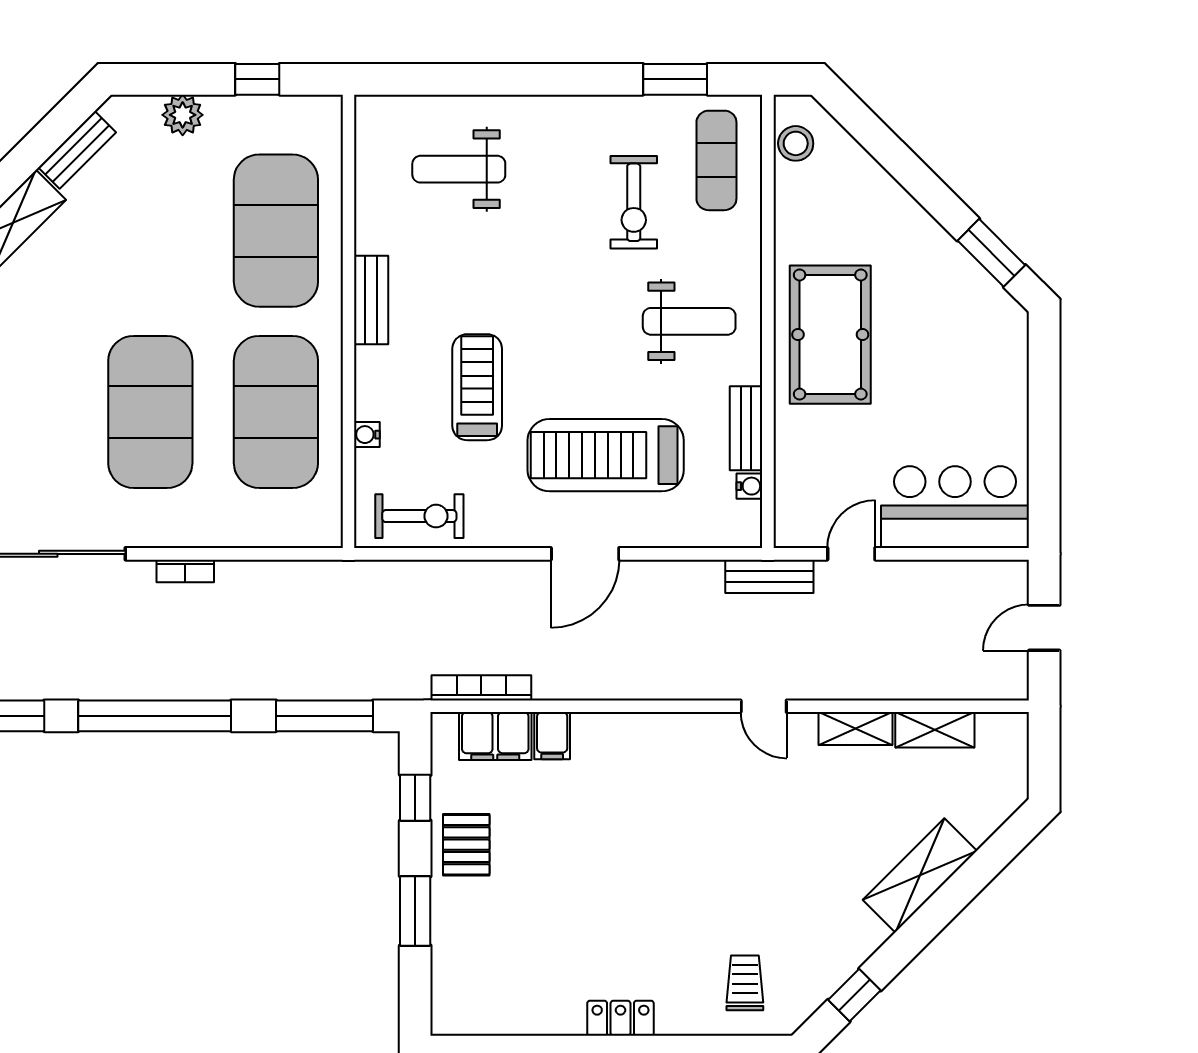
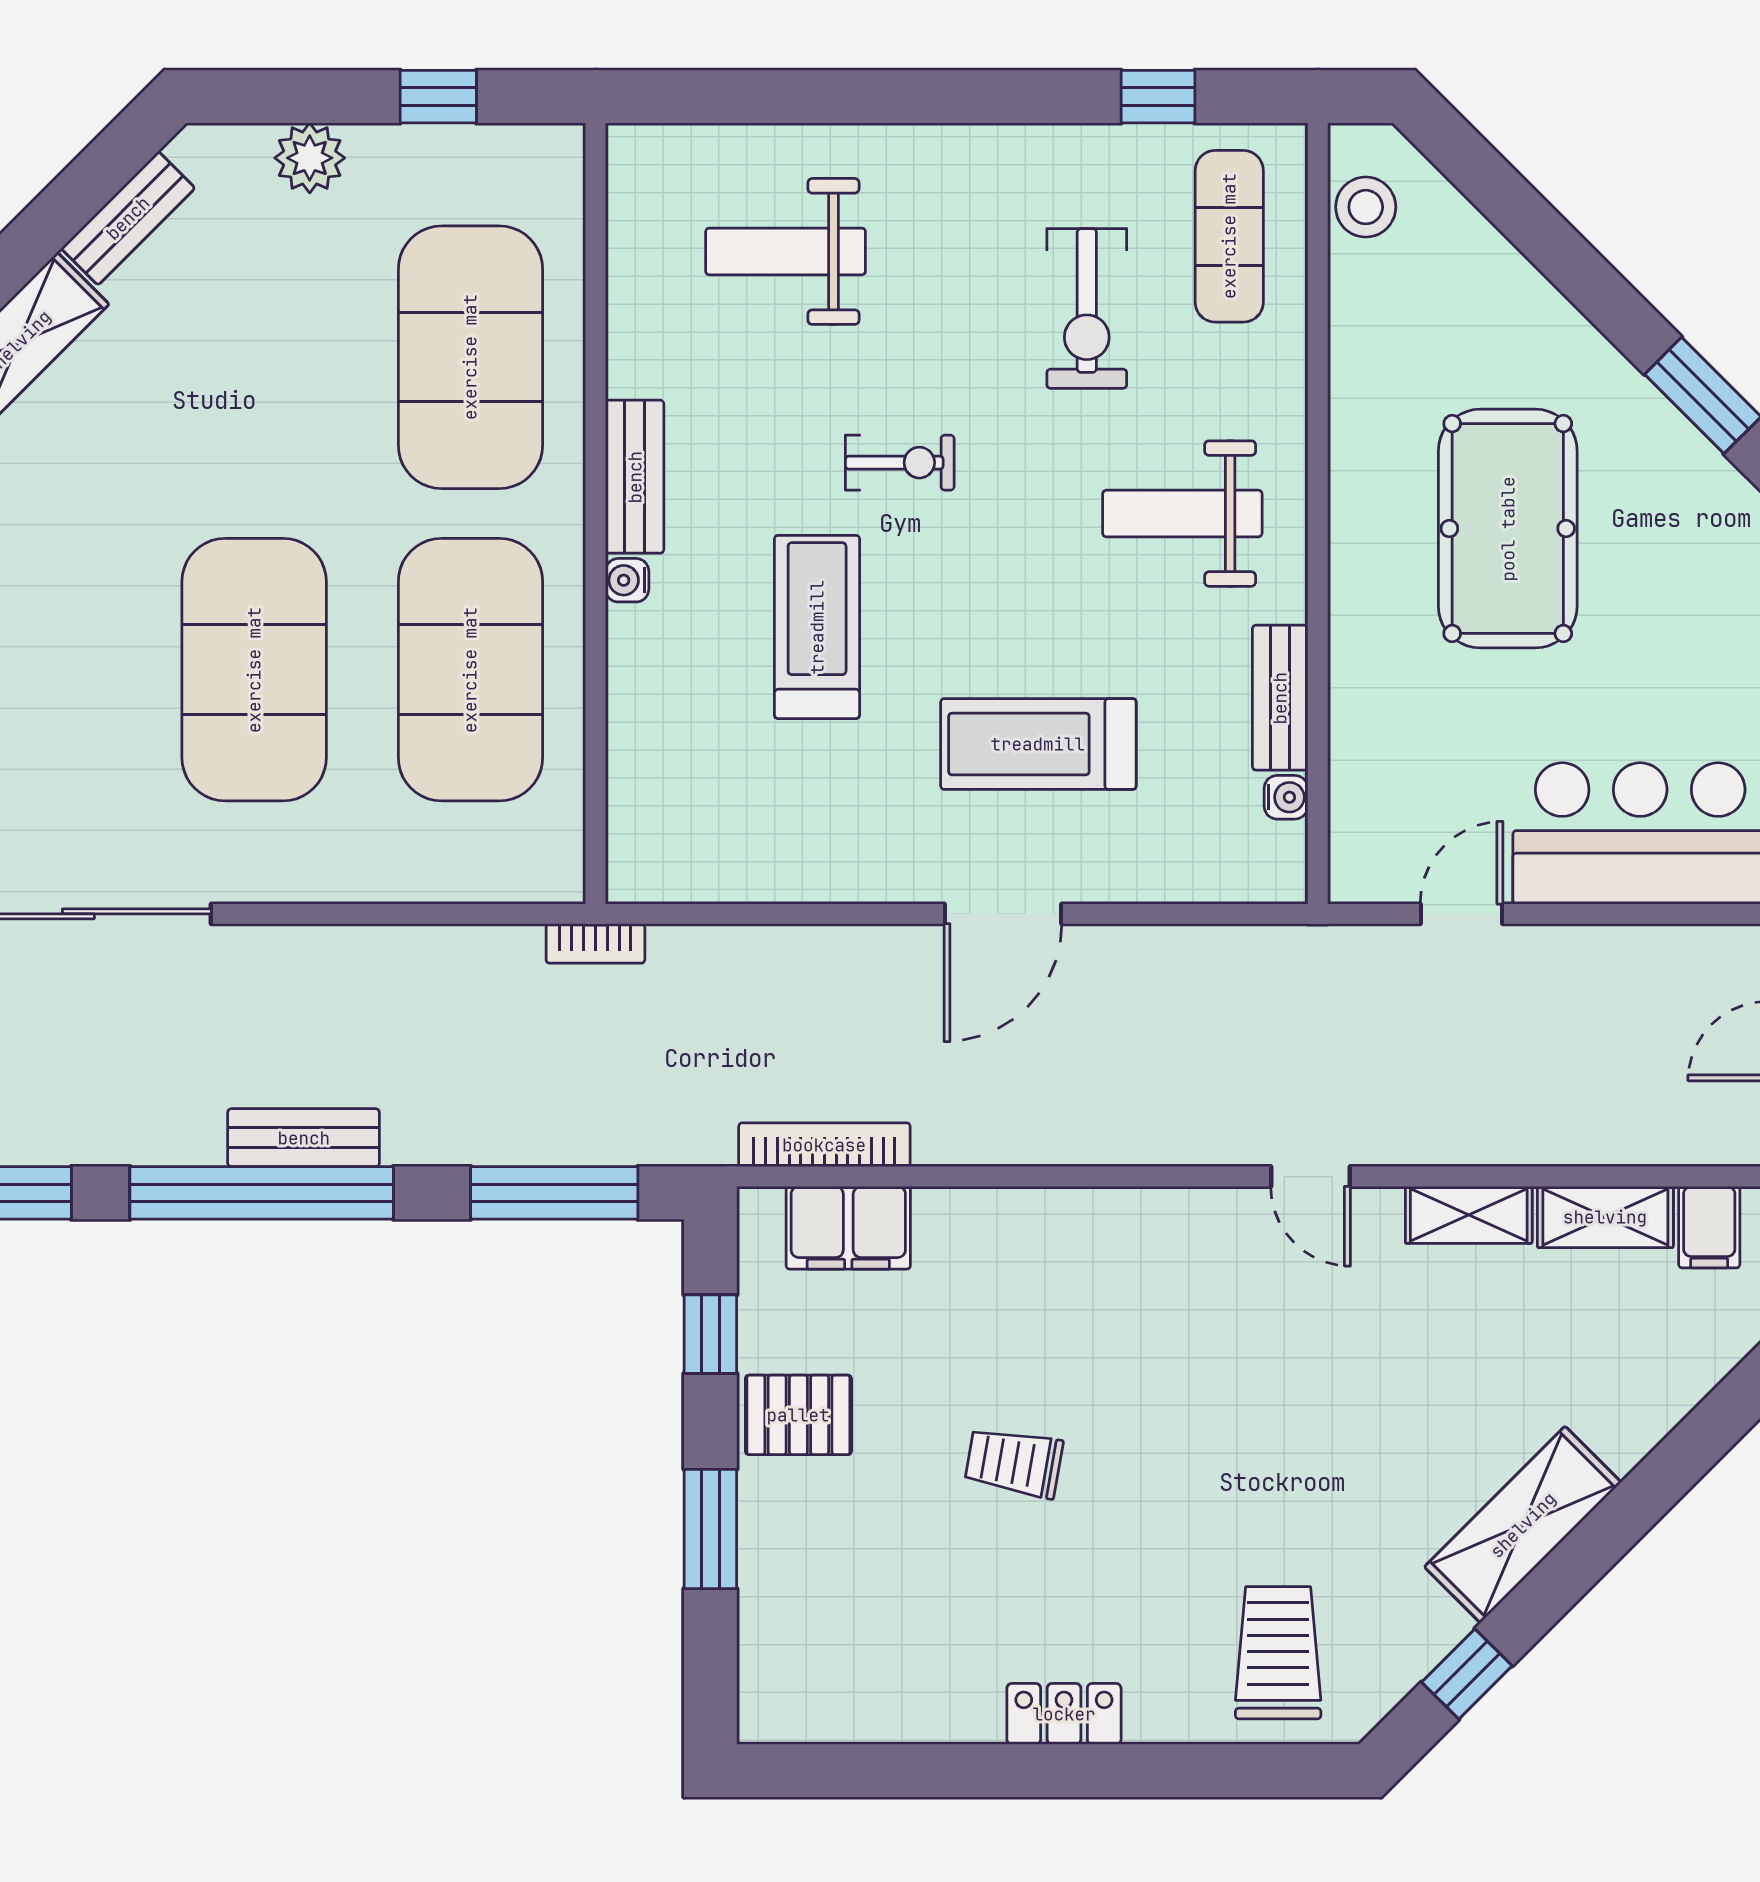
window: (675, 79) -> (1158, 97), width x0.67
weight bench: (689, 321) -> (1182, 514), turned 180
pool table: (830, 335) -> (1508, 529), moved
water cooler: (367, 435) -> (627, 580), moved
treadmill: (606, 455) -> (1038, 744), width x0.73, depth x0.73
exercise bike: (419, 516) -> (900, 463), moved, width x0.73, depth x0.72
bookcase: (185, 571) -> (595, 943), moved
bench: (769, 576) -> (304, 1138), moved
filing cabinet: (552, 736) -> (1709, 1227), moved
pallet: (466, 845) -> (798, 1415), turned 90
trolley: (591, 872) -> (1014, 1462), added
shelving: (920, 875) -> (1523, 1525), moved
trolley: (745, 983) -> (1278, 1653), width x1.36, depth x1.39

